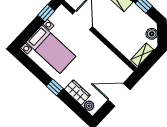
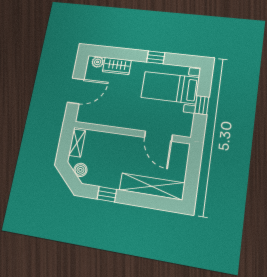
window: (46, 13) -> (202, 105), moved
window: (55, 87) -> (156, 57), moved

